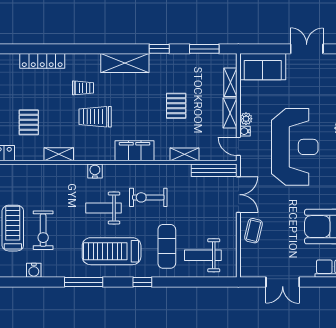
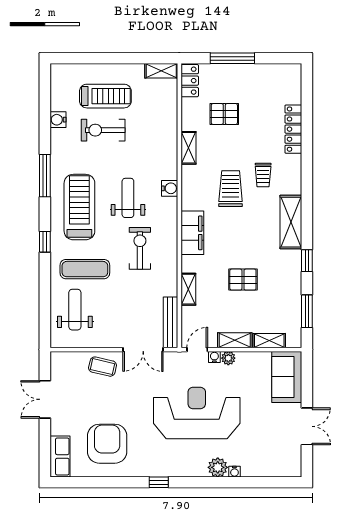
reception desk: (295, 147) -> (197, 413), turned 180

